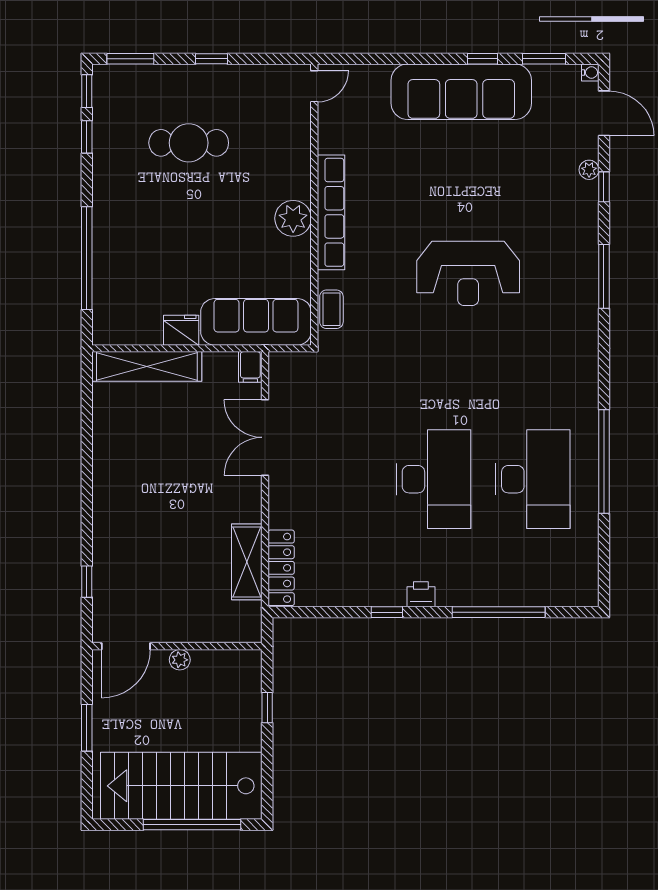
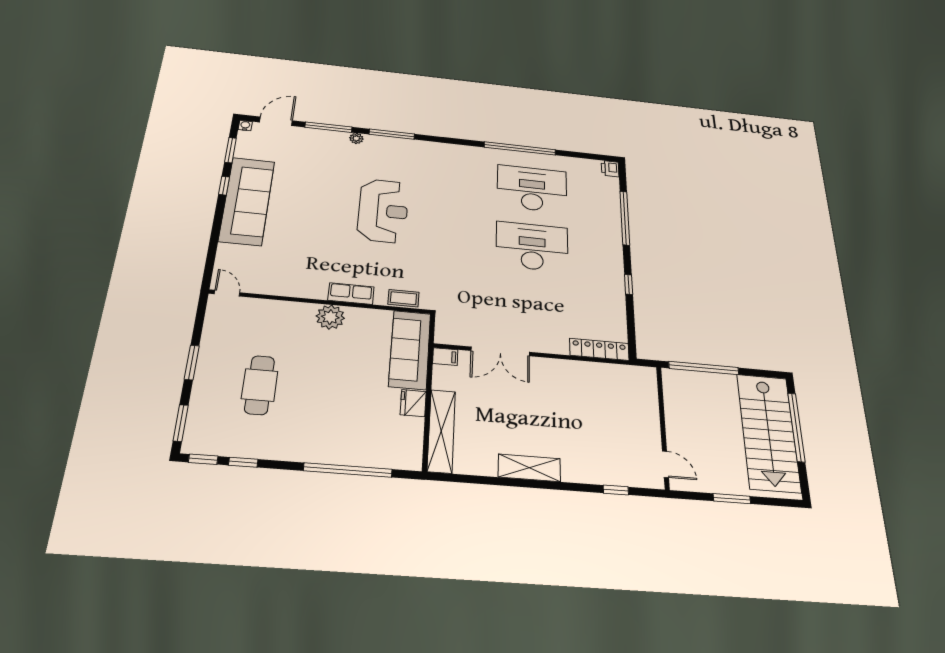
window: (212, 59) -> (192, 362), width x1.50
plant: (589, 170) -> (356, 138), moved
window: (604, 187) -> (329, 127), width x2.17
row of seats: (331, 212) -> (351, 294), width x0.50
shelving: (247, 562) -> (529, 468), moved
printer: (421, 594) -> (610, 169), moved
door: (126, 646) -> (665, 464), width x0.73
plant: (180, 660) -> (673, 426), removed
window: (267, 708) -> (704, 368), width x3.17

